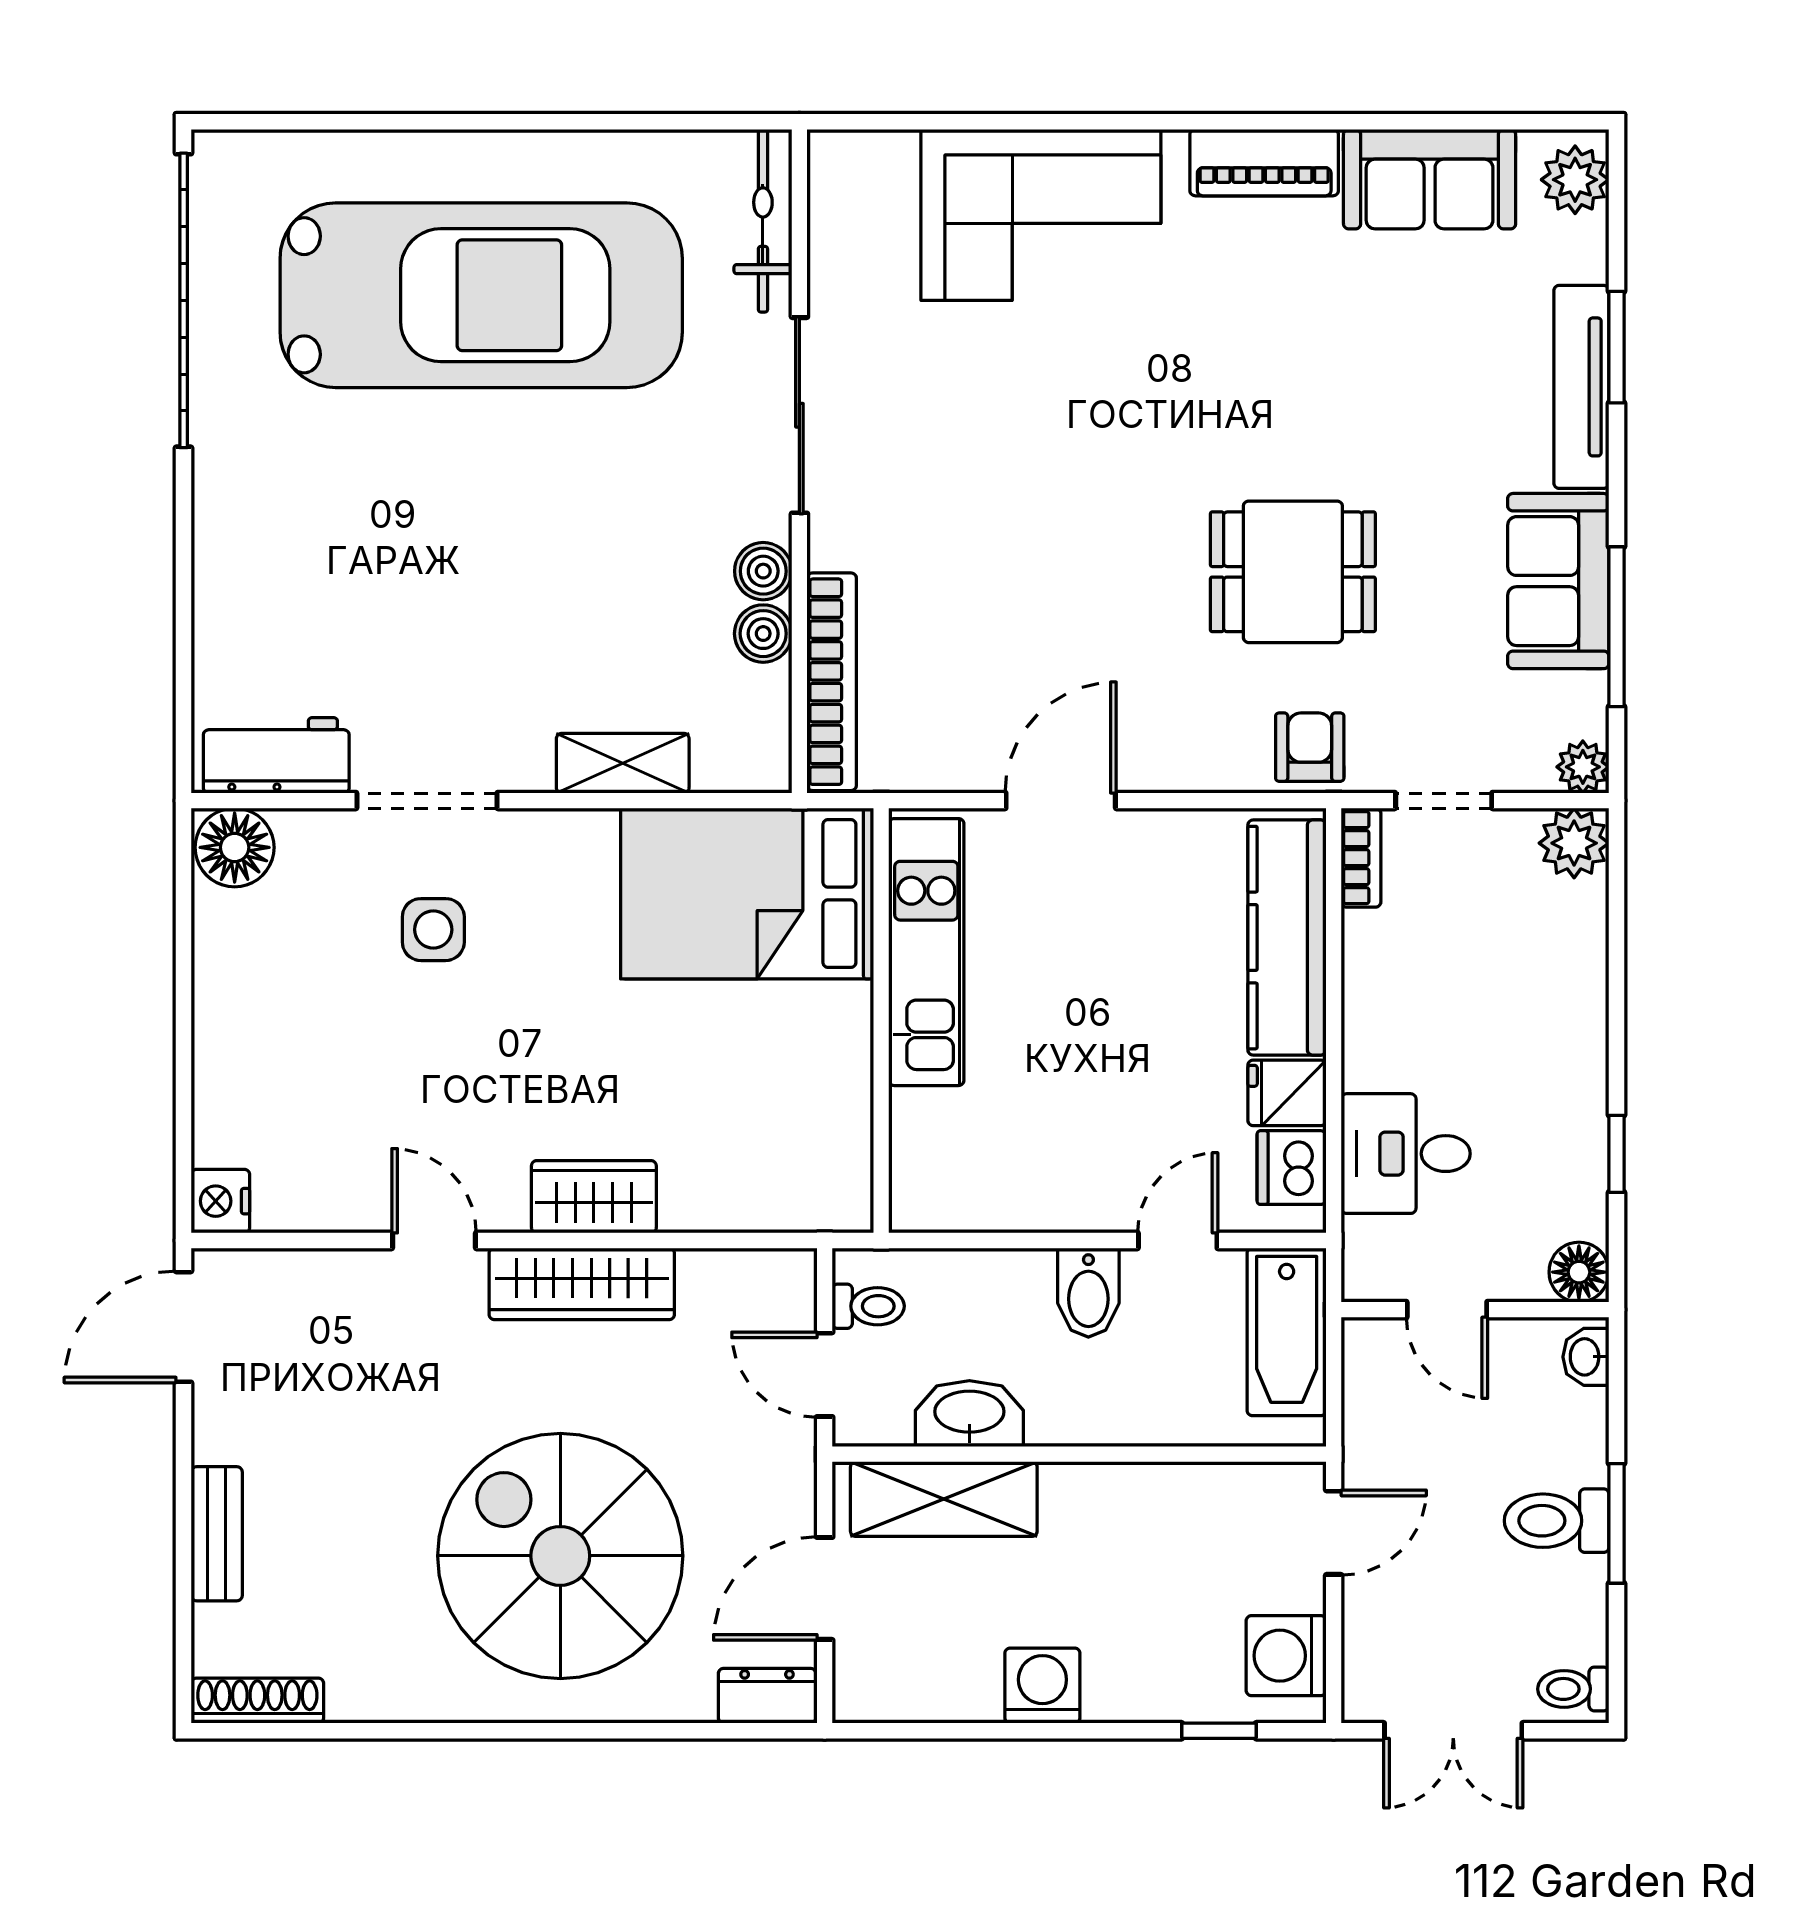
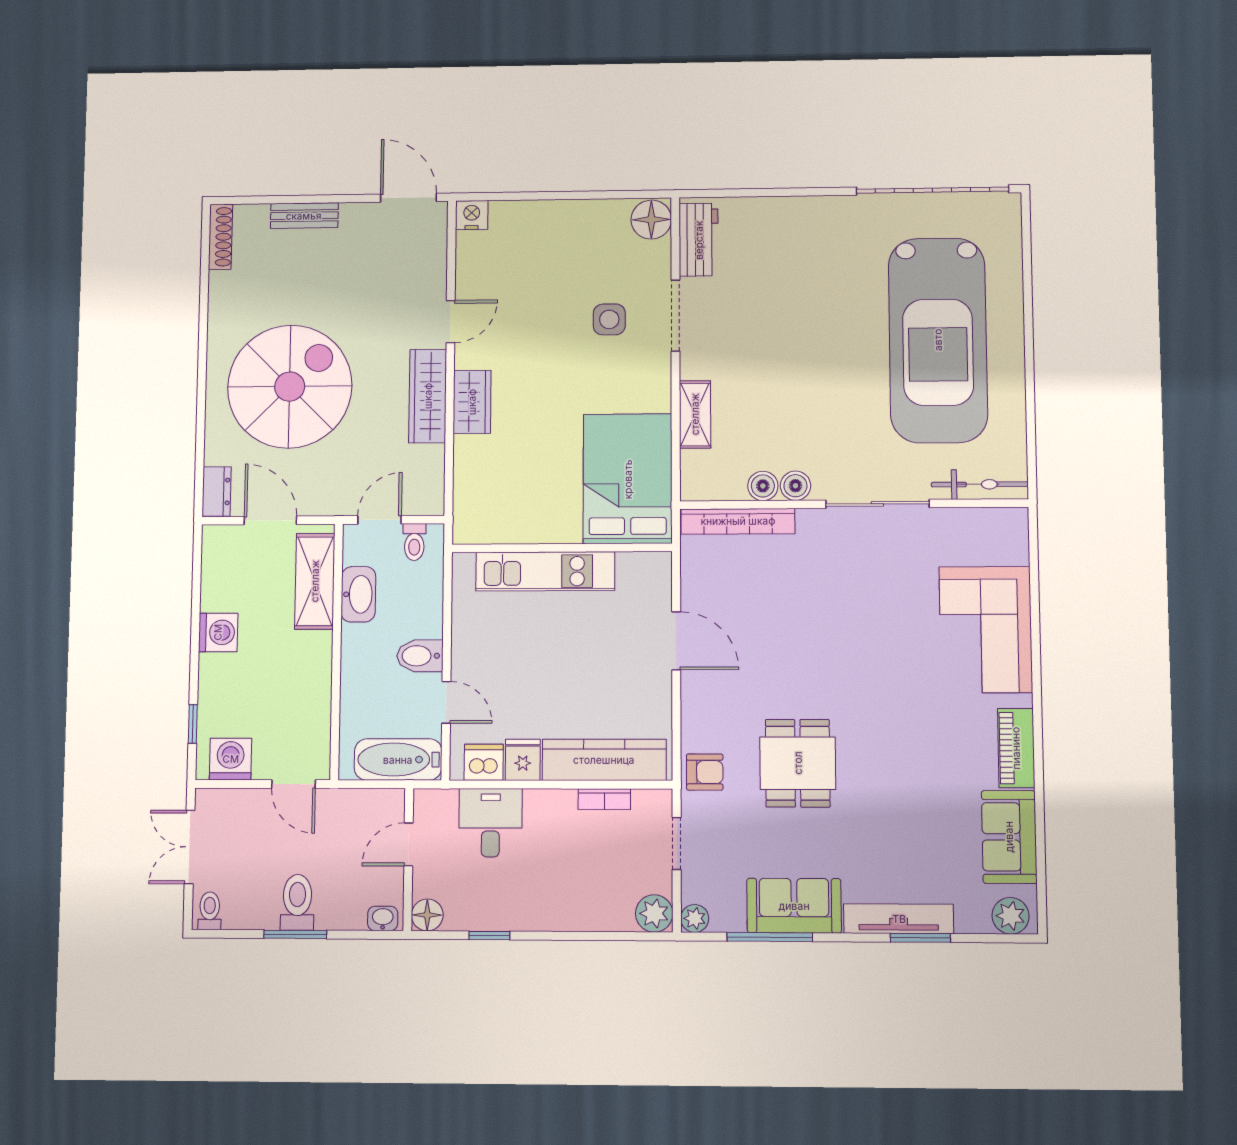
bookcase: (1361, 858) -> (604, 799), moved
kitchen unit: (926, 952) -> (545, 571), moved

